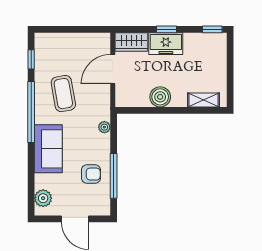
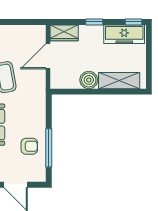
freezer: (166, 44) -> (124, 34), moved, width x1.40
shelving: (203, 100) -> (119, 81), width x1.50, depth x1.33
plant: (104, 127) -> (41, 106), removed

